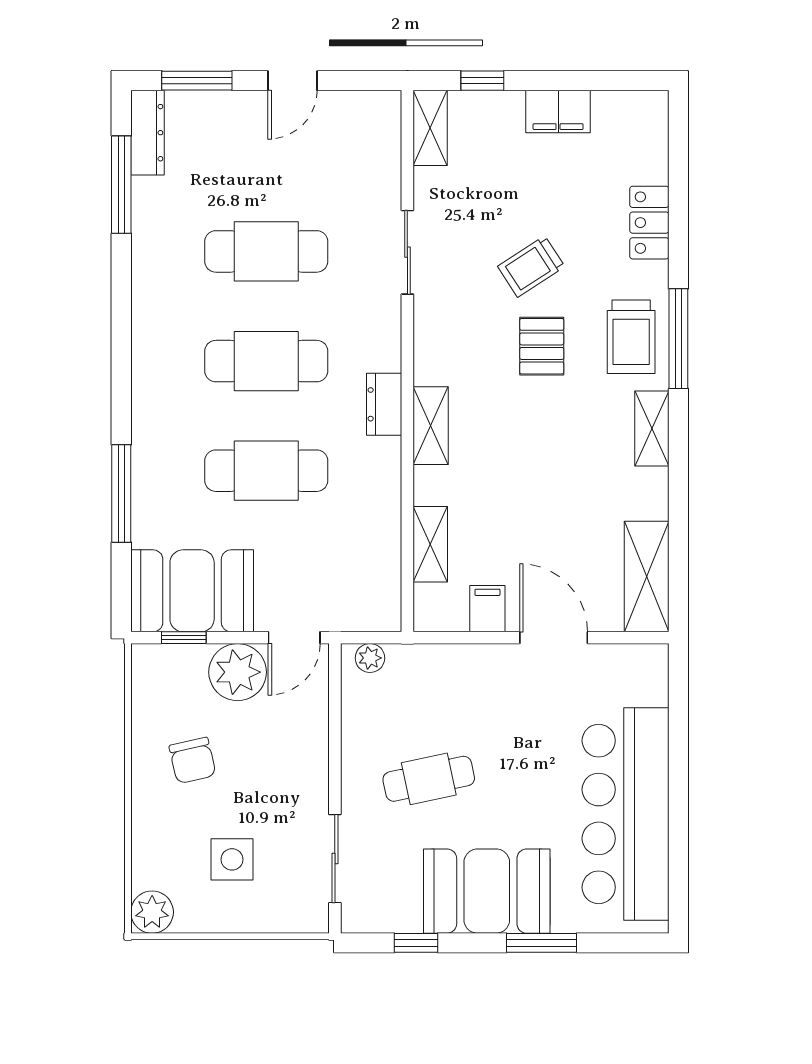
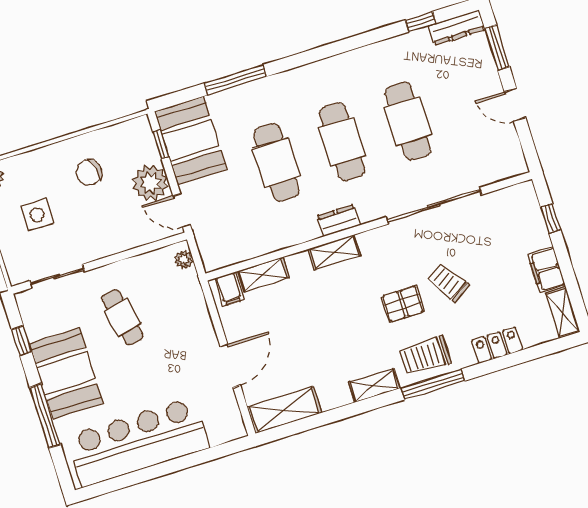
shelving: (430, 128) -> (563, 313), moved, turned 90
window: (121, 185) -> (421, 22), width x0.46
sliding door: (407, 252) -> (434, 206), width x1.86
filing cabinet: (487, 609) -> (229, 289), moved, turned 90
window: (542, 943) -> (45, 416), width x1.44

